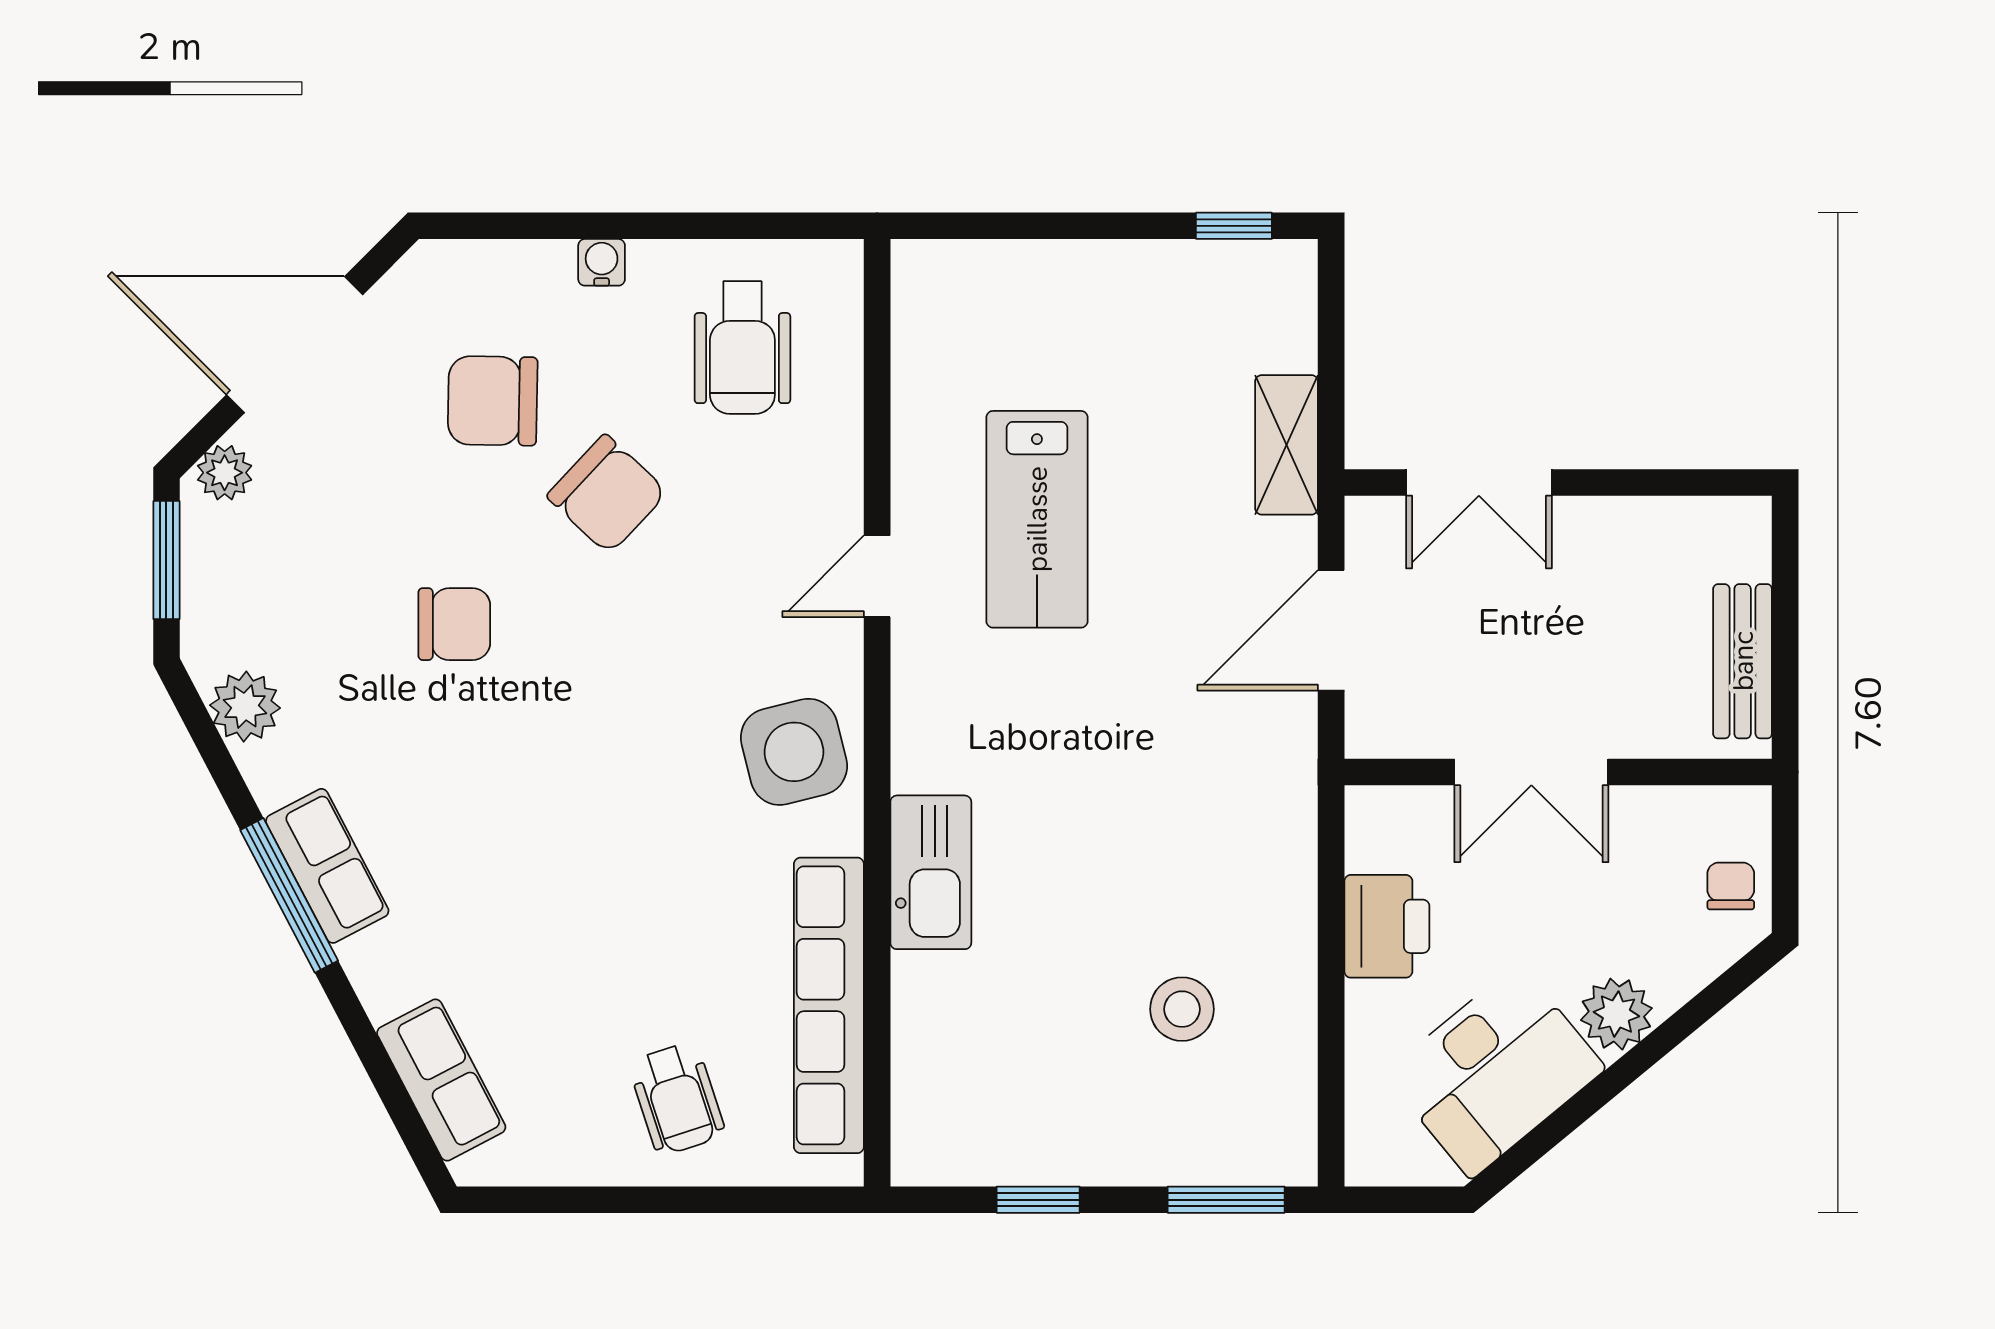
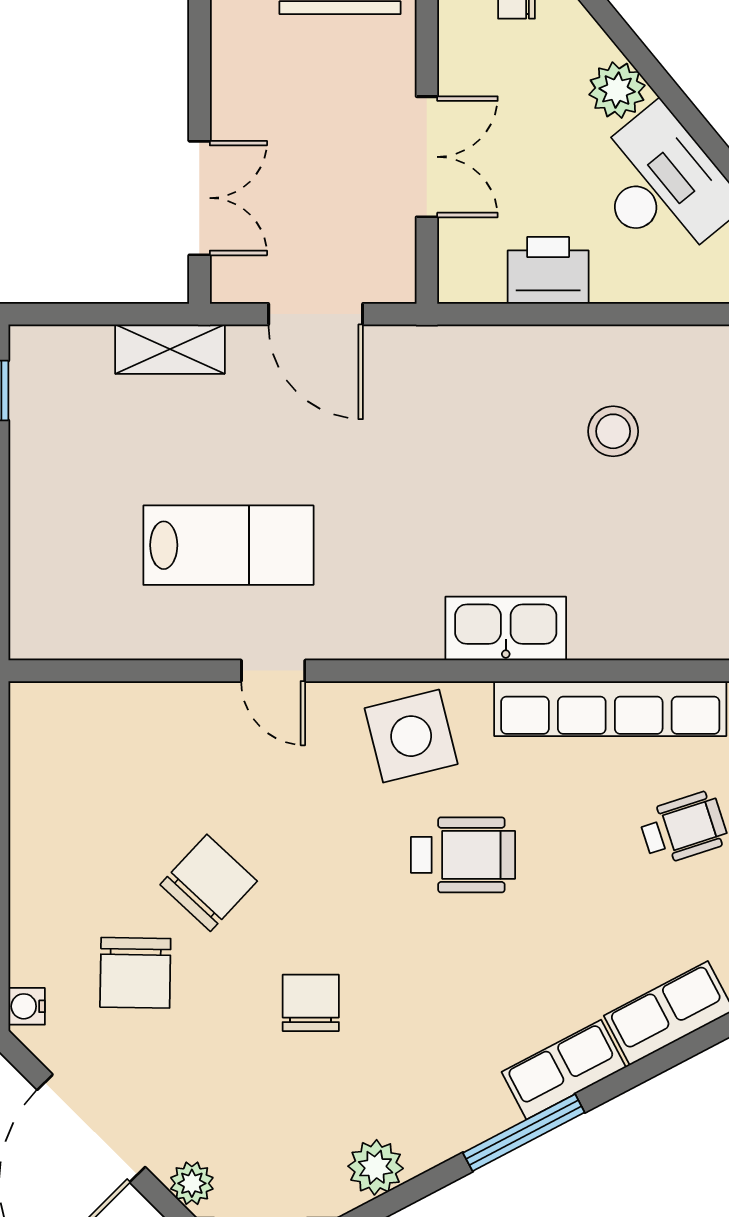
water cooler: (602, 262) -> (27, 1006), moved
wheelchair: (742, 347) -> (463, 855), moved
row of seats: (327, 866) -> (564, 1070), moved

